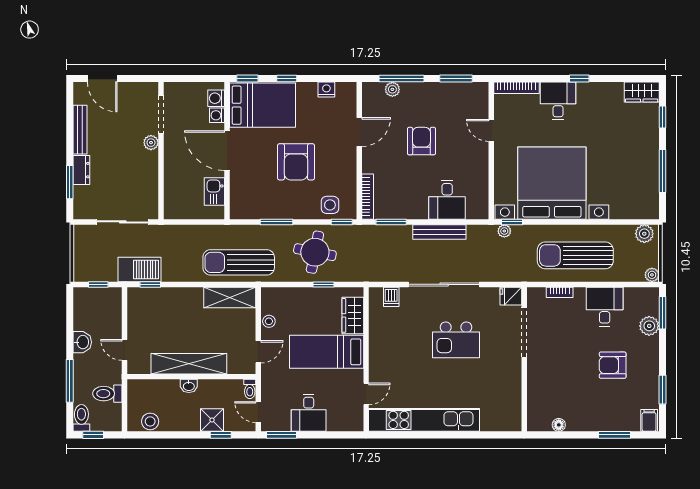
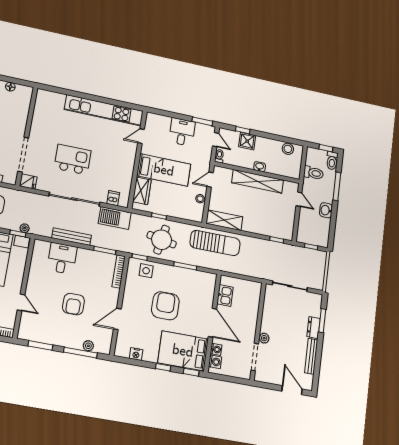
barbecue: (140, 270) -> (115, 218), moved

